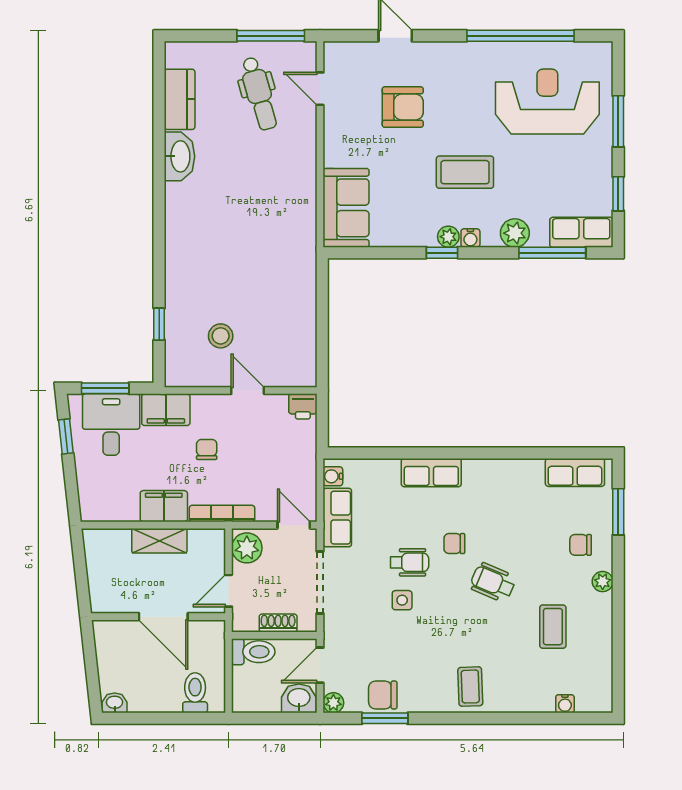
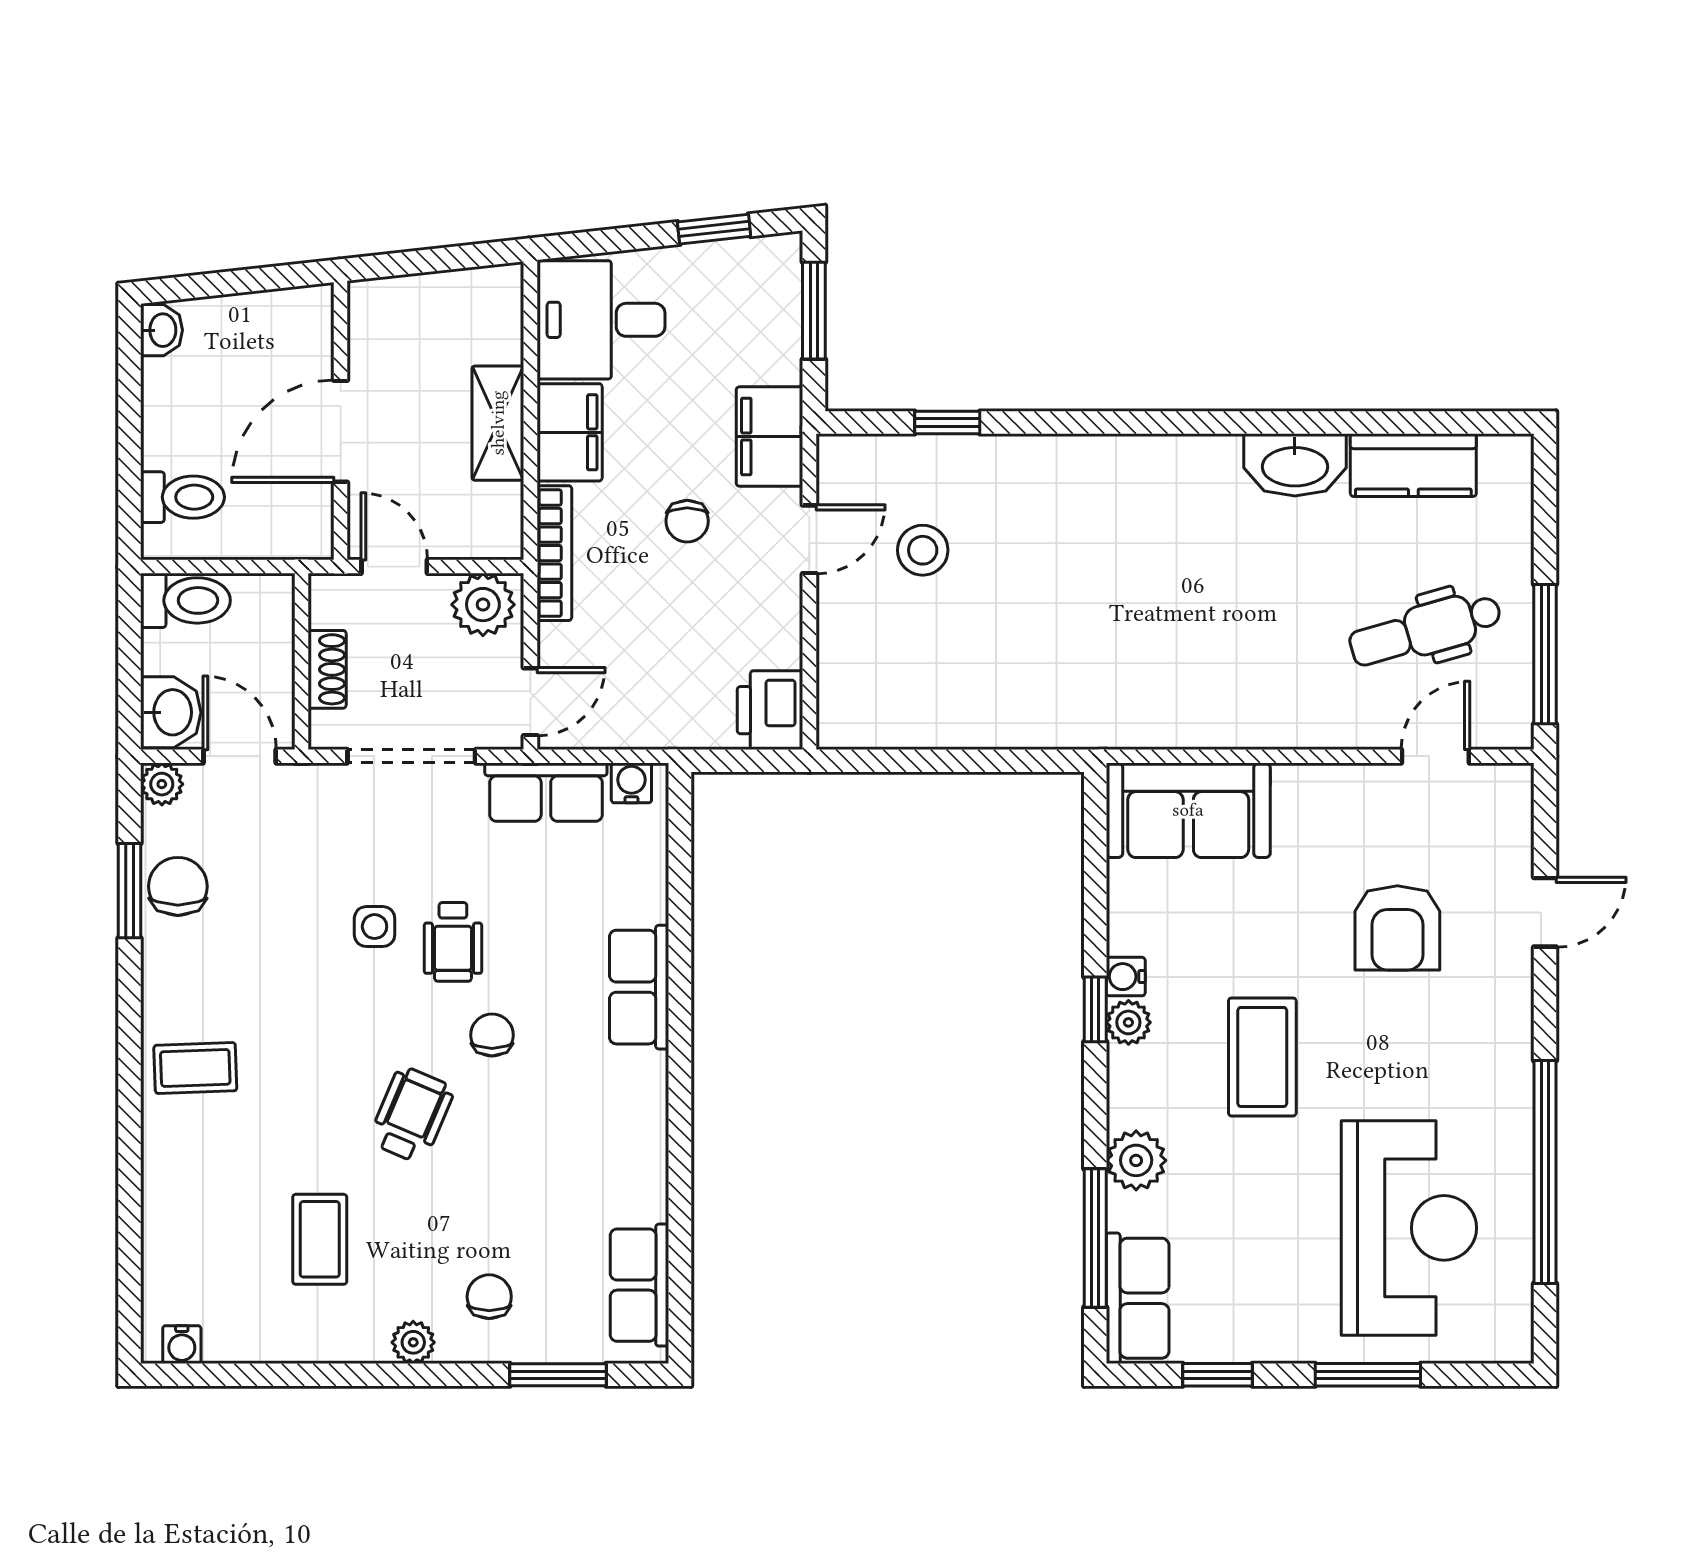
water cooler: (470, 238) -> (1126, 977), moved
door: (248, 391) -> (809, 539), moved
printer: (303, 406) -> (770, 710), width x1.36, depth x1.24
desk: (111, 425) -> (601, 320), moved, turned 180
chair: (207, 449) -> (687, 521), turned 90
coffee table: (553, 627) -> (320, 1239), turned 90
toilet: (253, 652) -> (185, 600), moved, turned -90
water cooler: (565, 704) -> (182, 1345), moved, turned -90

